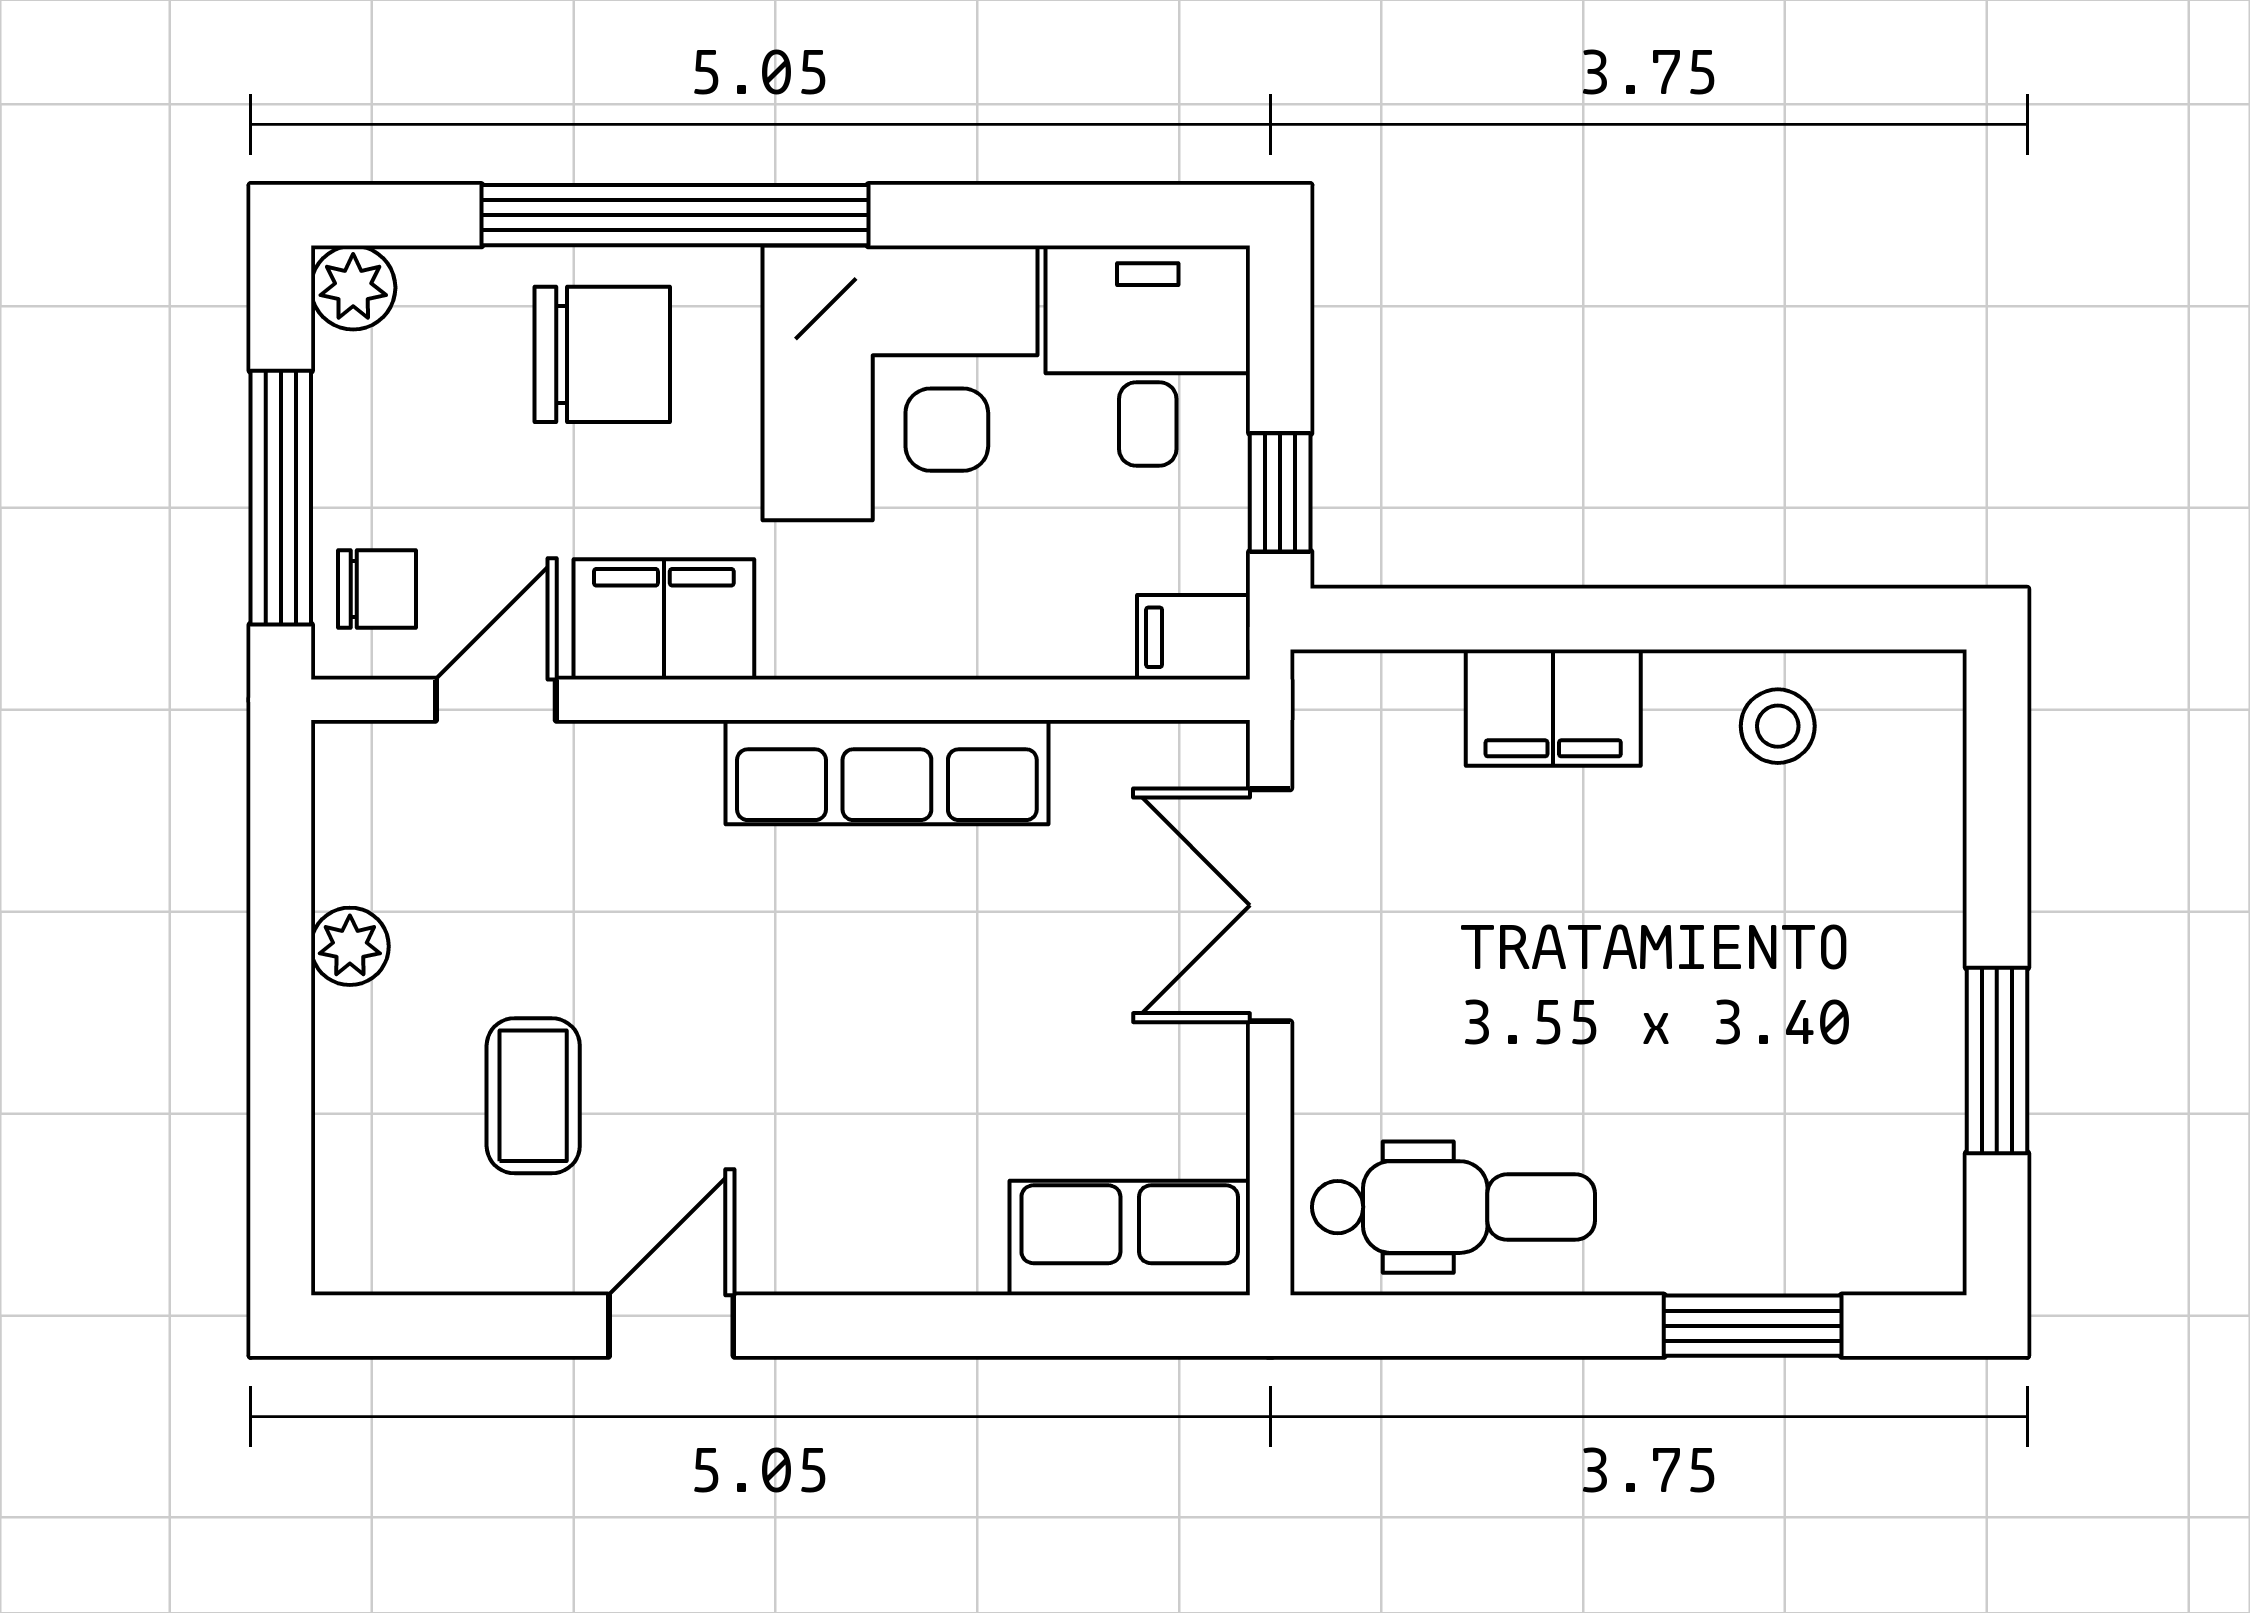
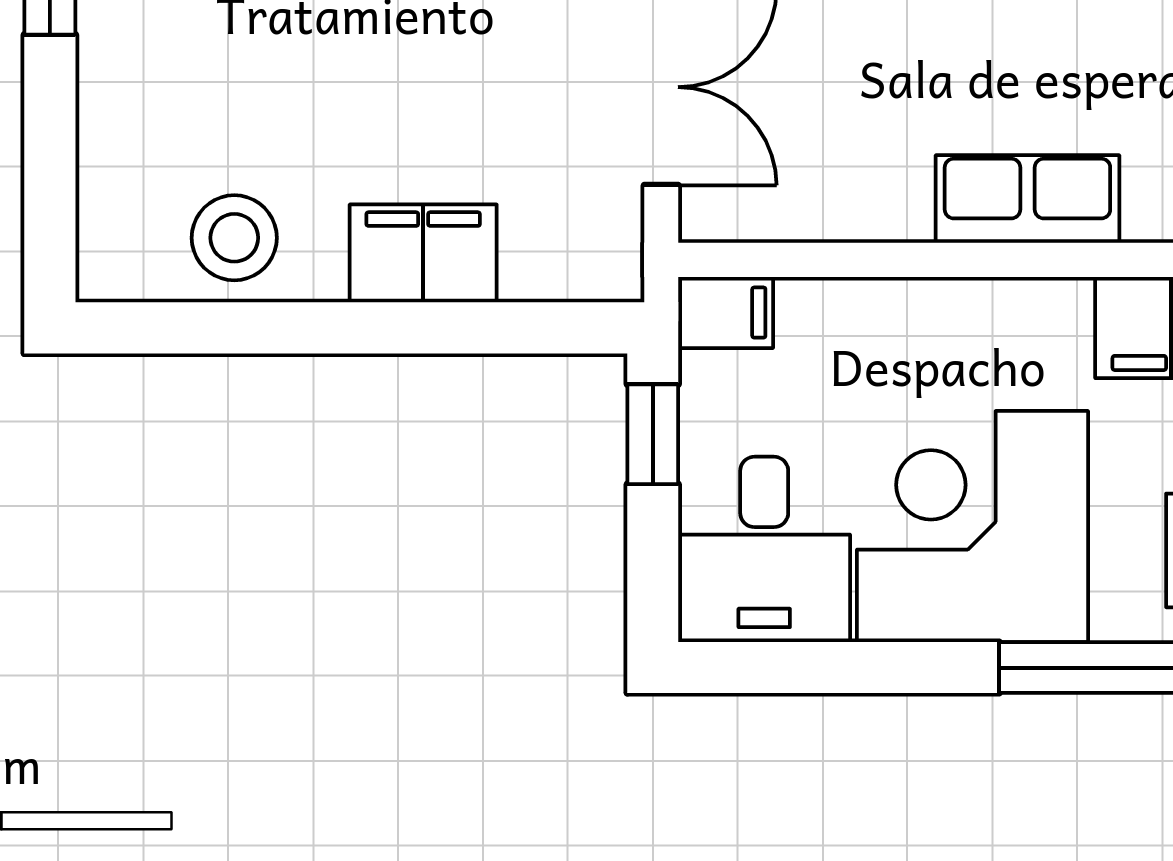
stool: (1778, 726) -> (234, 238), width x1.37, depth x1.37
row of seats: (887, 772) -> (1027, 199), width x0.68

